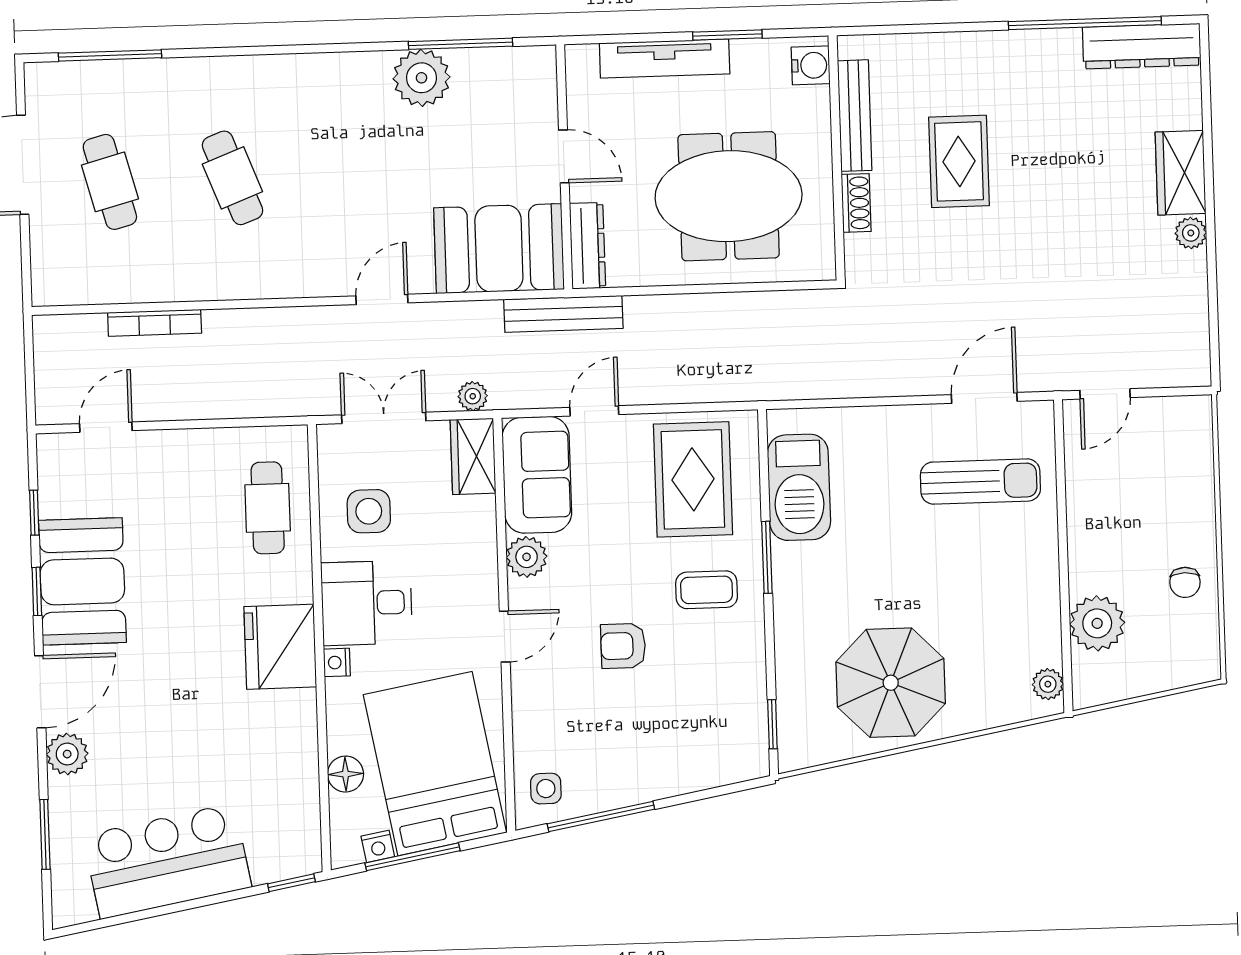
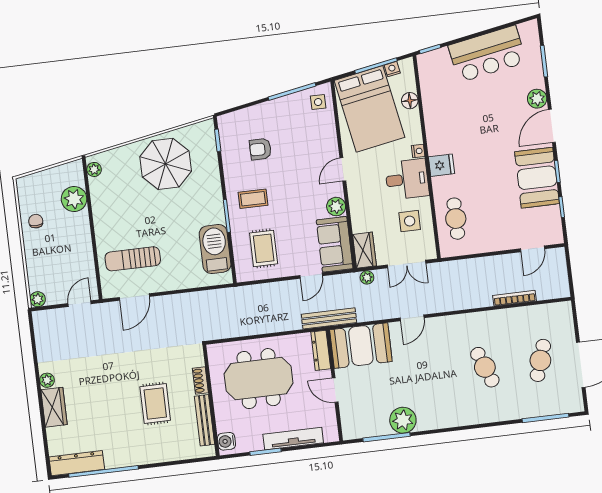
cafe table: (110, 182) -> (540, 360), turned 33
plant: (1196, 412) -> (38, 299), added
rug: (693, 479) -> (264, 248), width x0.73, depth x0.70
armchair: (623, 646) -> (260, 149), moved, turned 180
fridge: (280, 647) -> (442, 165), width x0.53, depth x0.75

